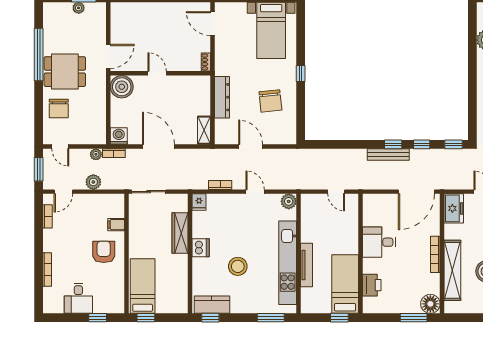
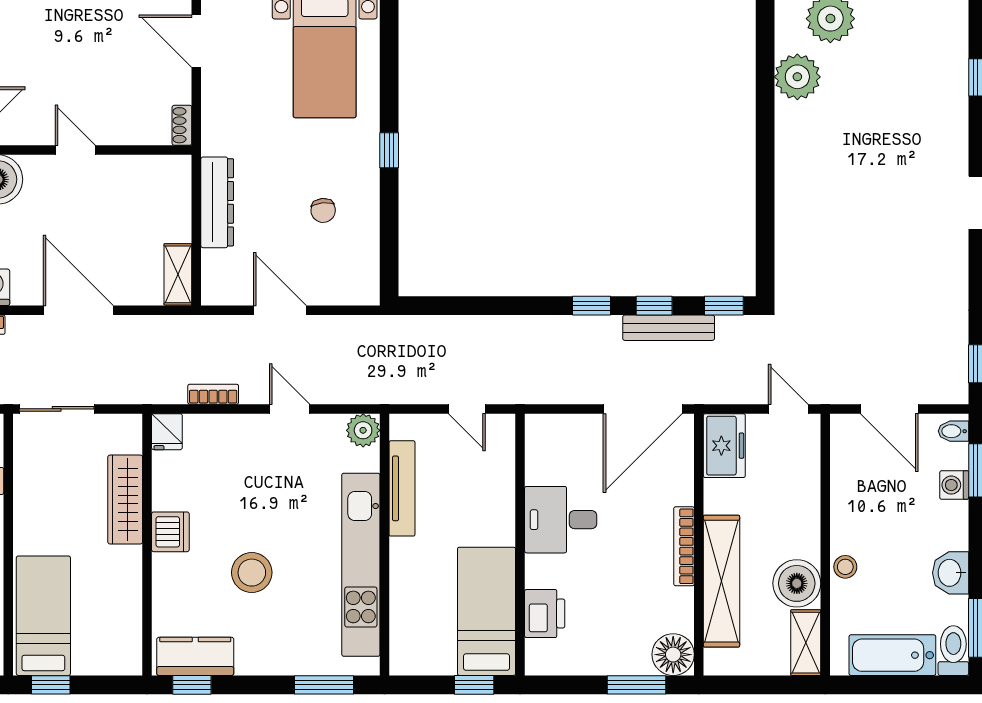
chair: (270, 101) -> (323, 210), width x0.54, depth x0.54
bench: (388, 155) -> (669, 328), moved
tv unit: (306, 265) -> (402, 488), moved

